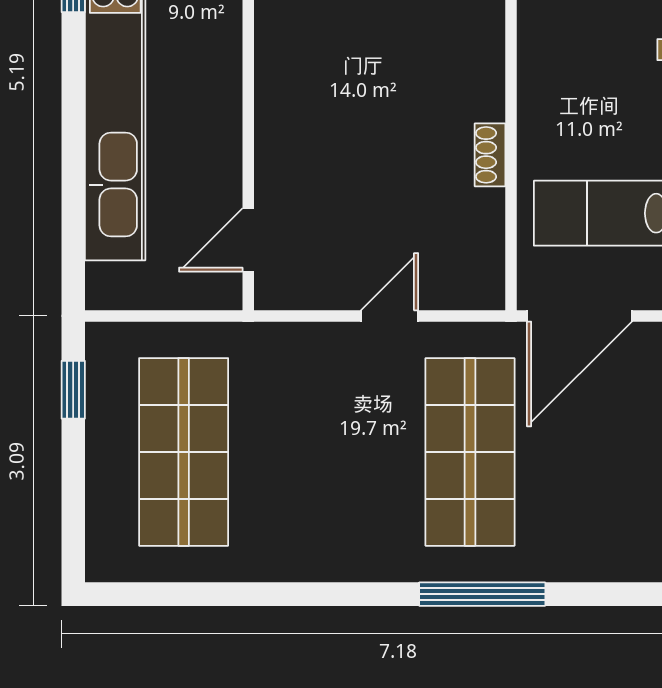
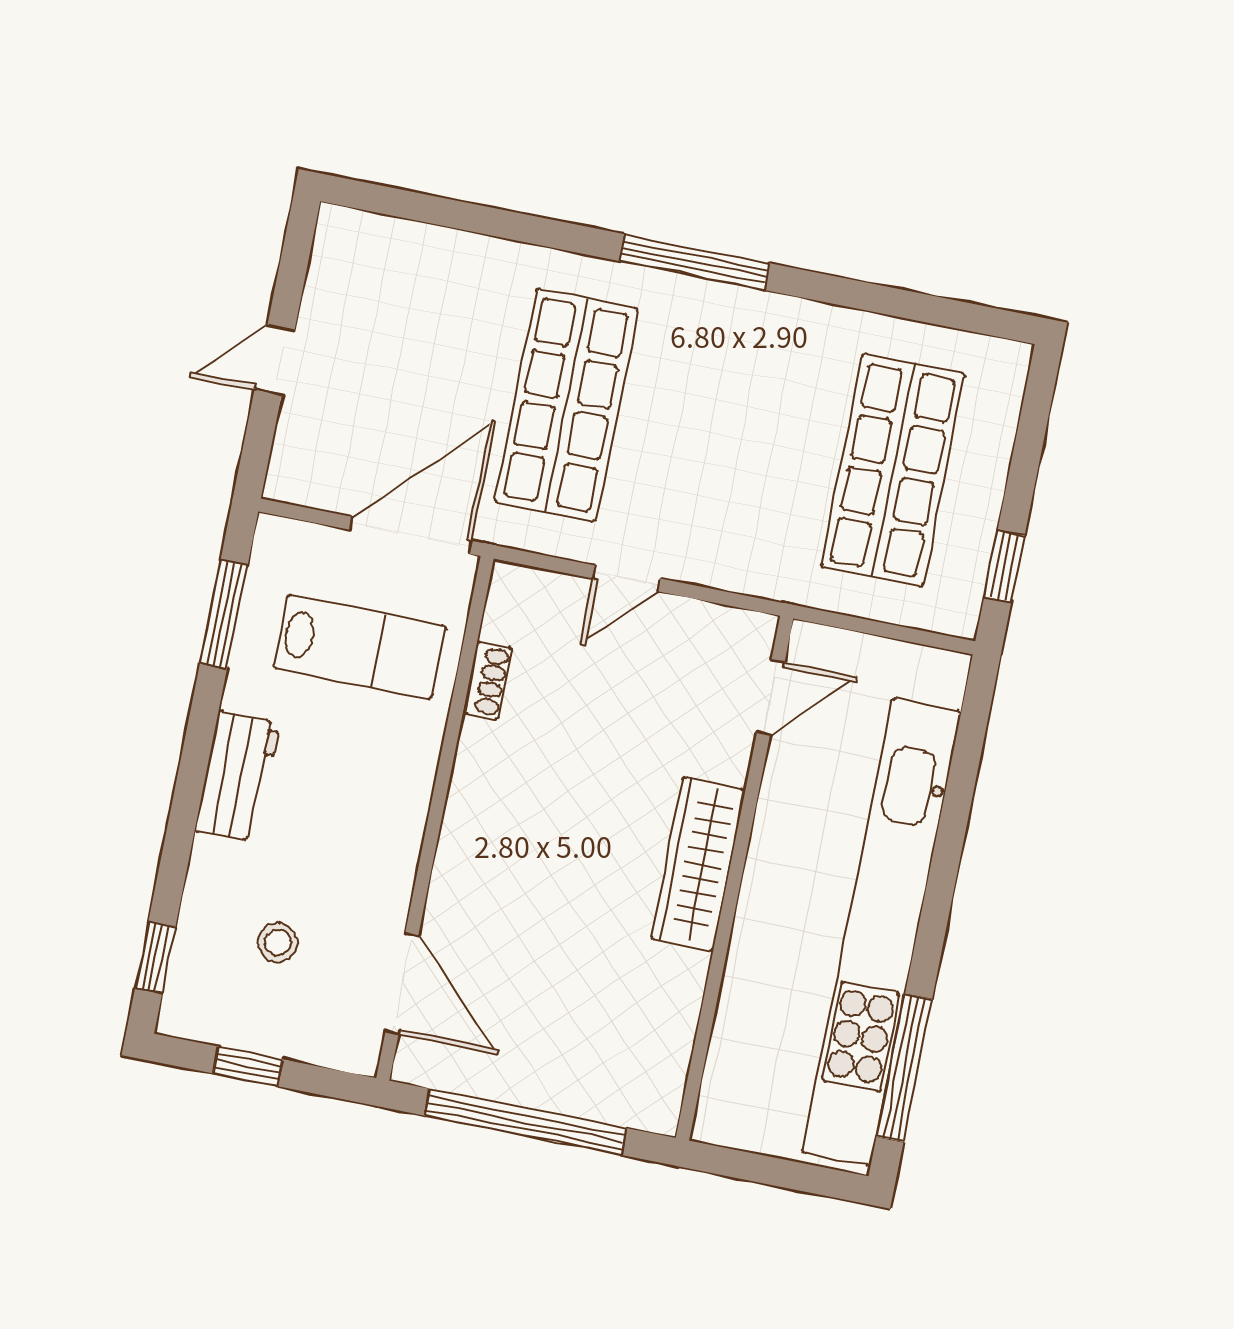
wardrobe: (281, 87) -> (698, 864), added
shoe rack: (490, 155) -> (487, 680), moved
window: (482, 594) -> (695, 262), moved

